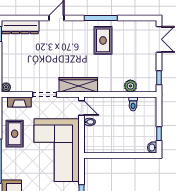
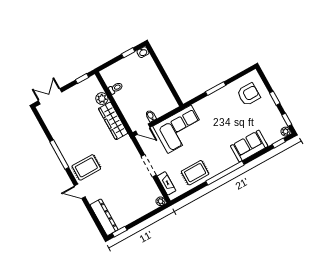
rug: (103, 40) -> (86, 167), moved
wardrobe: (78, 85) -> (113, 121), moved
door: (81, 108) -> (143, 129), swing flipped
corner sofa: (57, 150) -> (180, 129), width x0.73, depth x0.74

